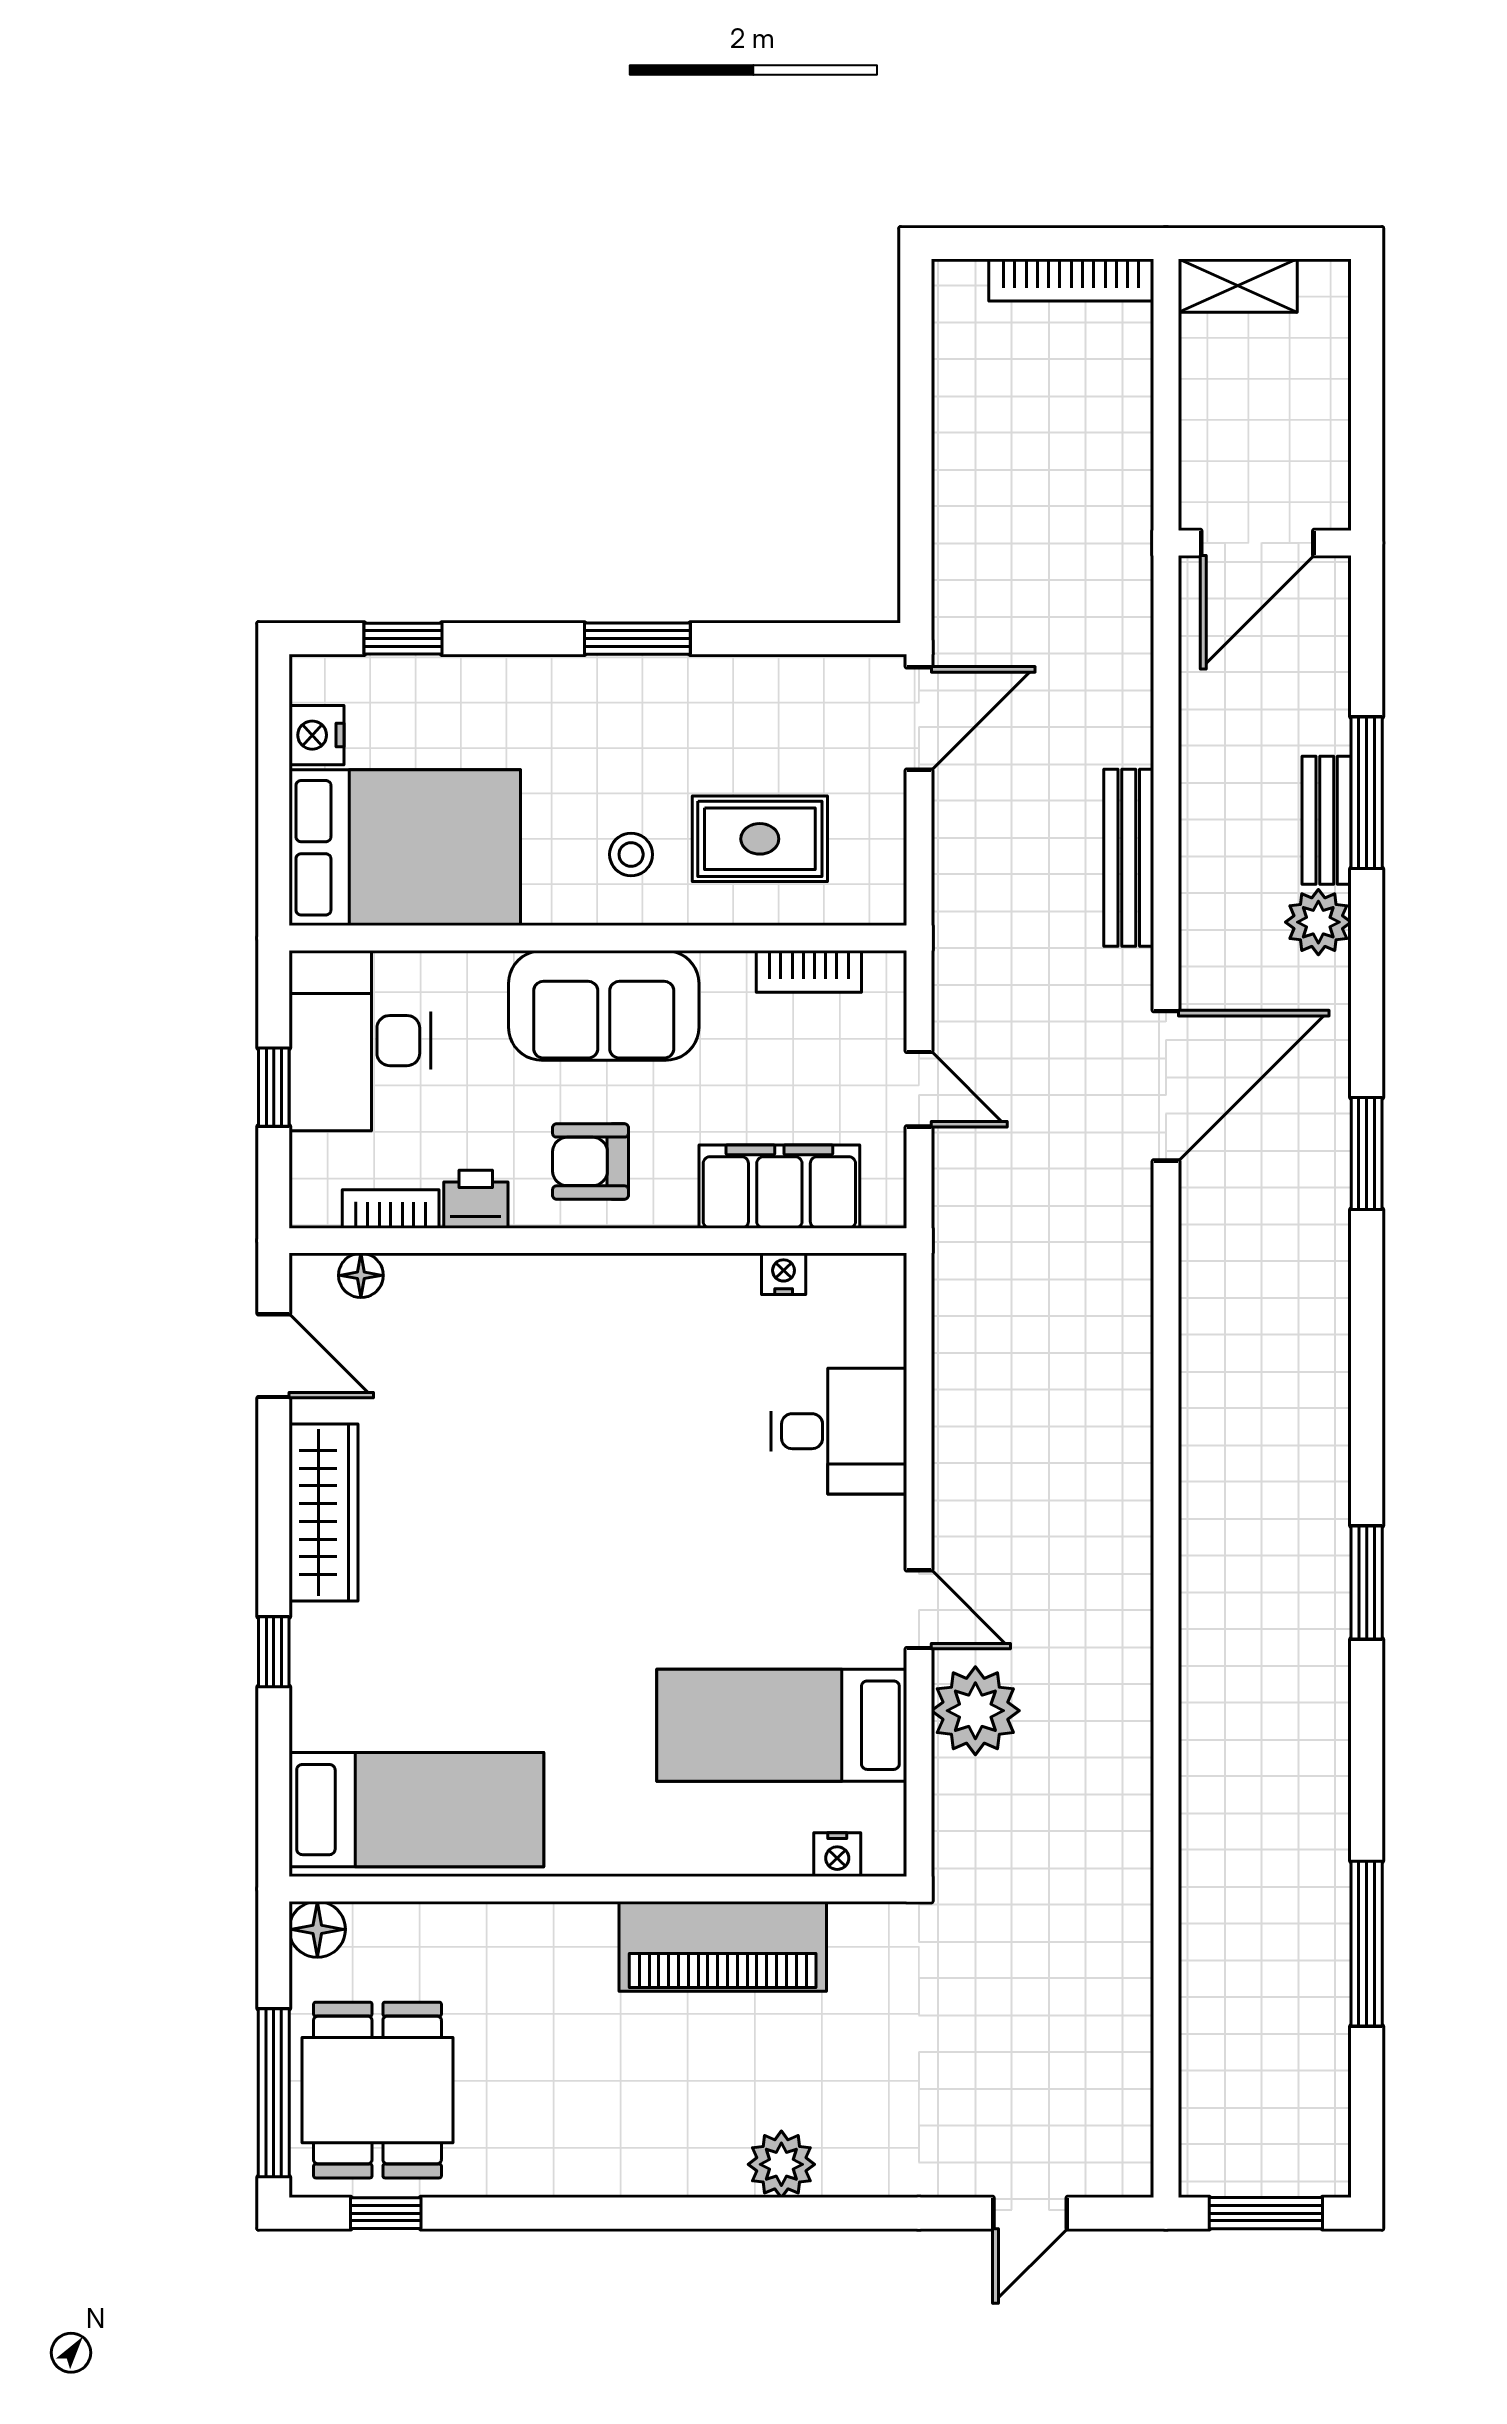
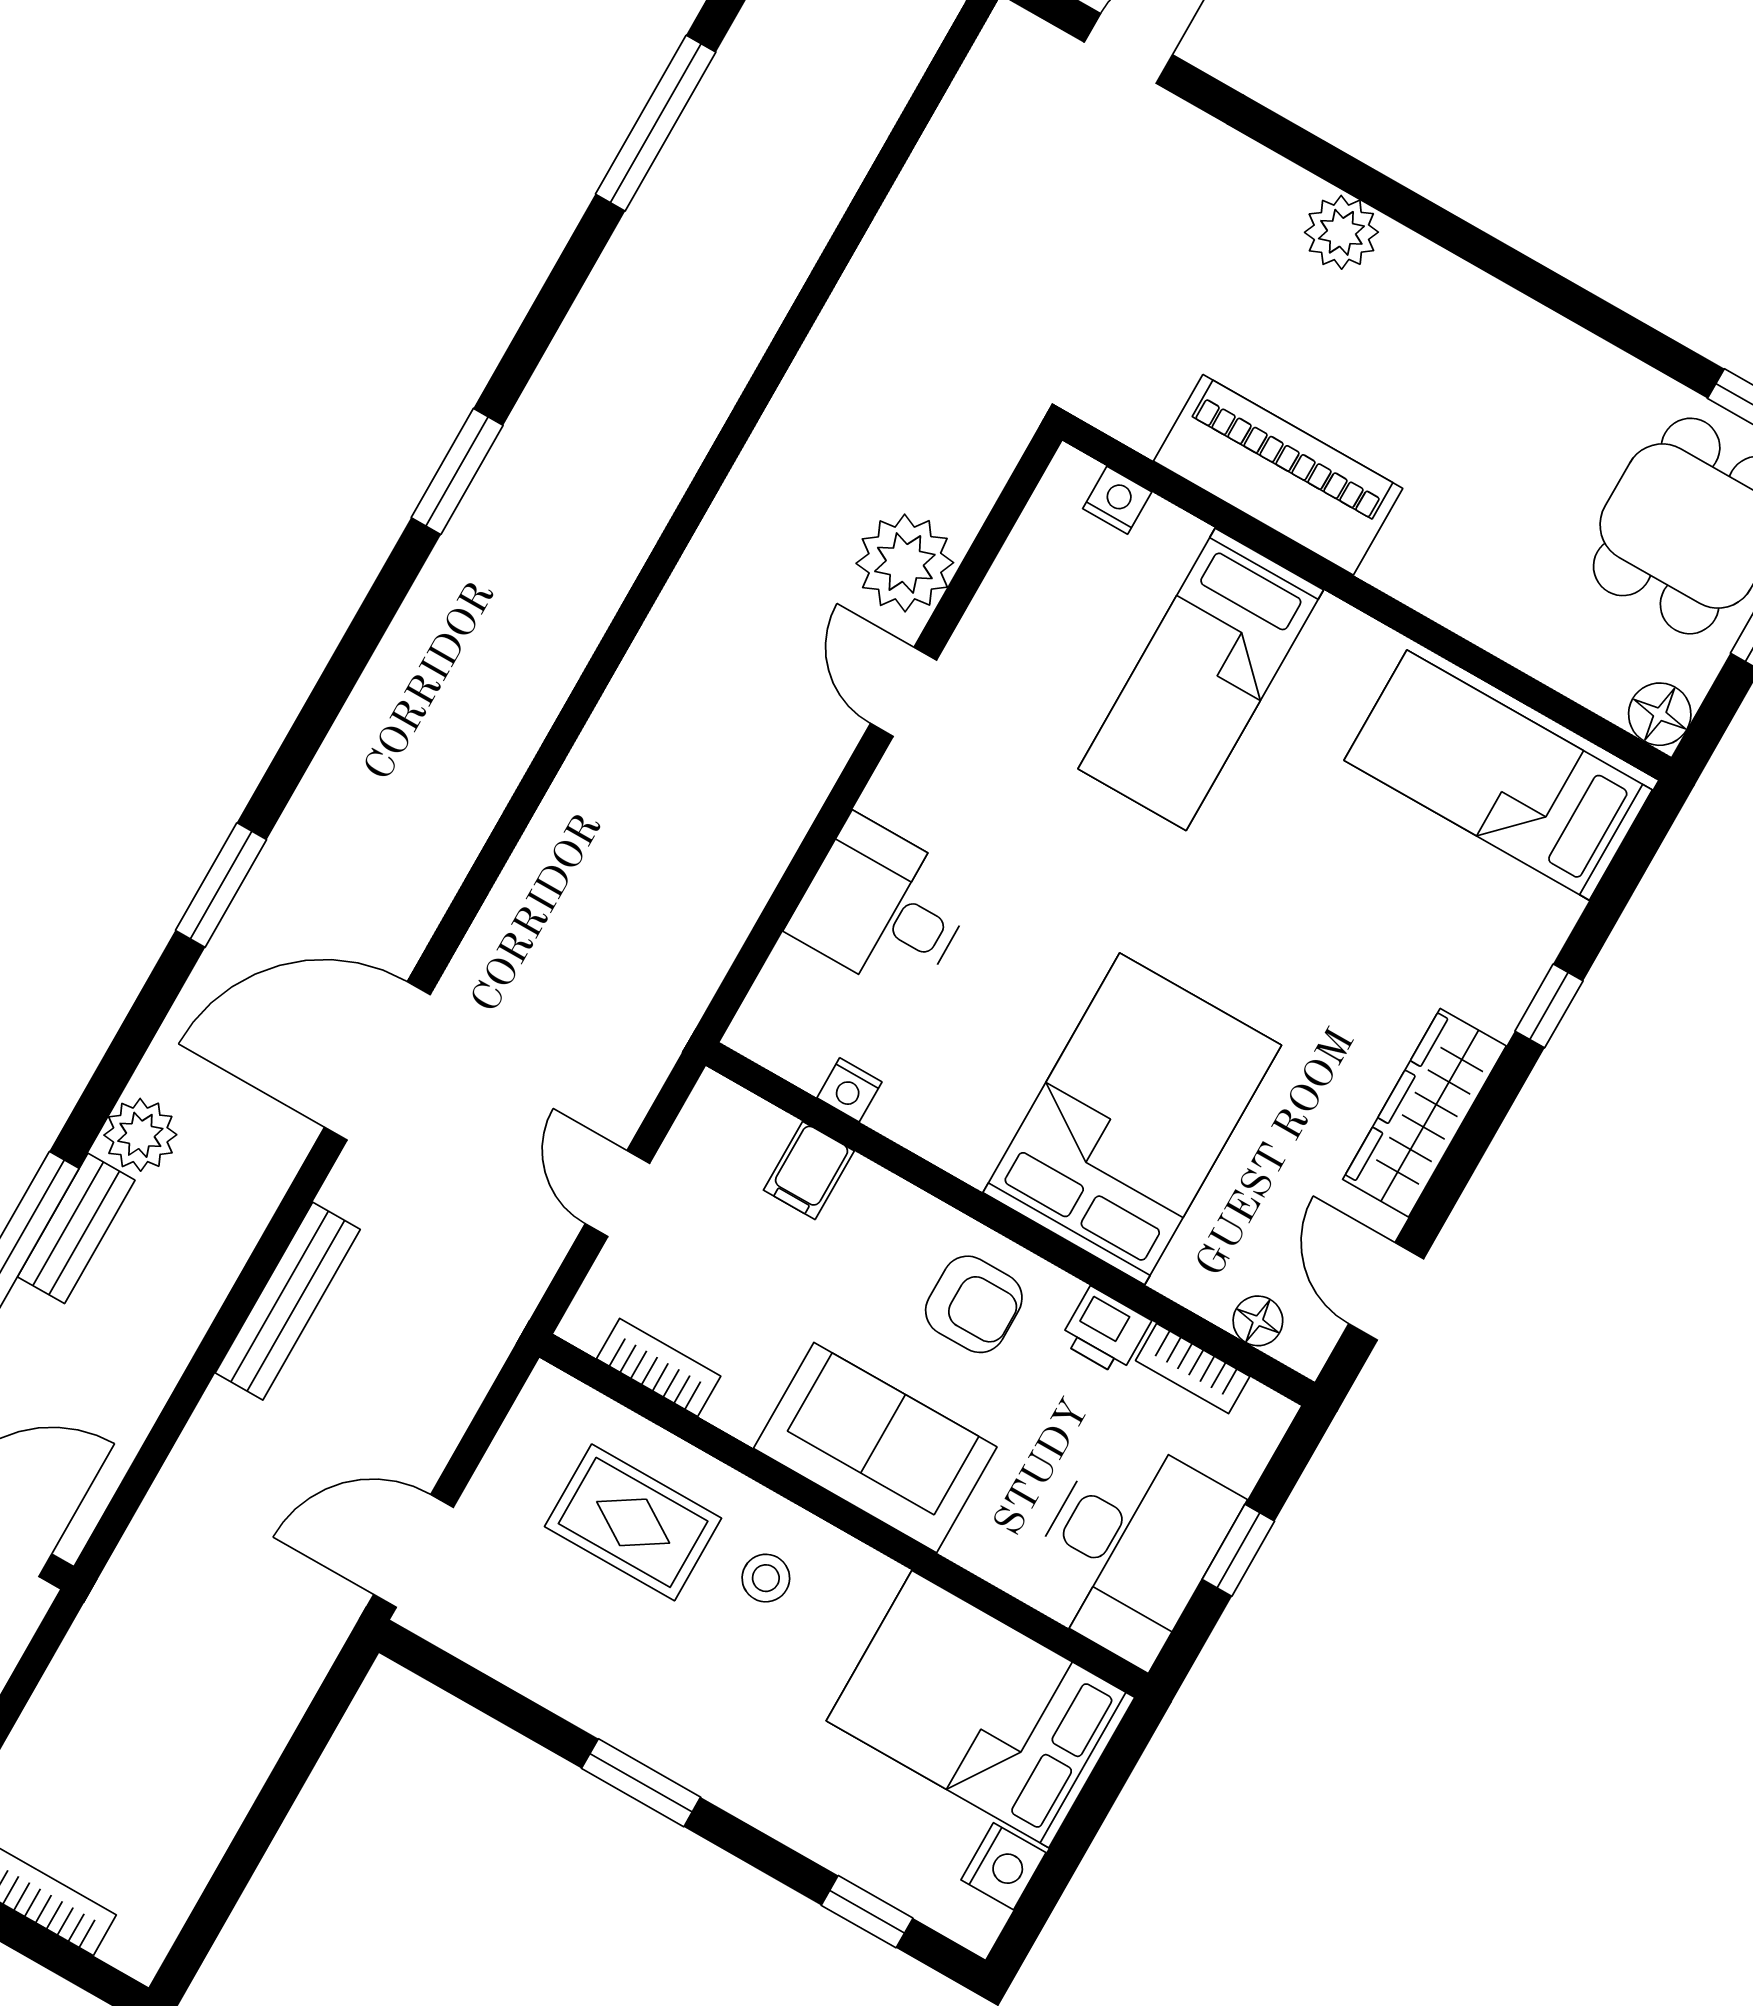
filing cabinet: (779, 1187) -> (809, 1170), width x0.33, depth x0.86
bed: (549, 1377) -> (1132, 1119), added
bed: (782, 1725) -> (1201, 679), moved, turned 90

